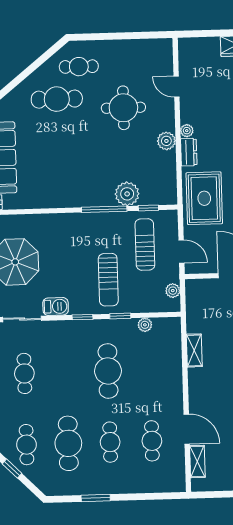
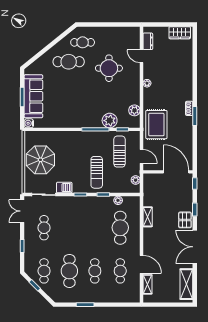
plant: (166, 141) -> (134, 110), moved
dresser: (189, 152) -> (148, 41), moved
cafe table: (108, 371) -> (120, 228), moved

